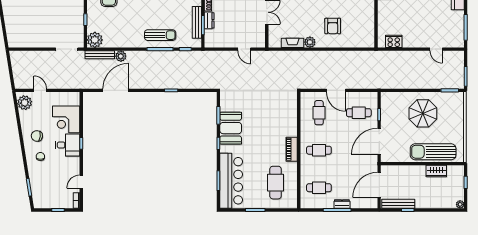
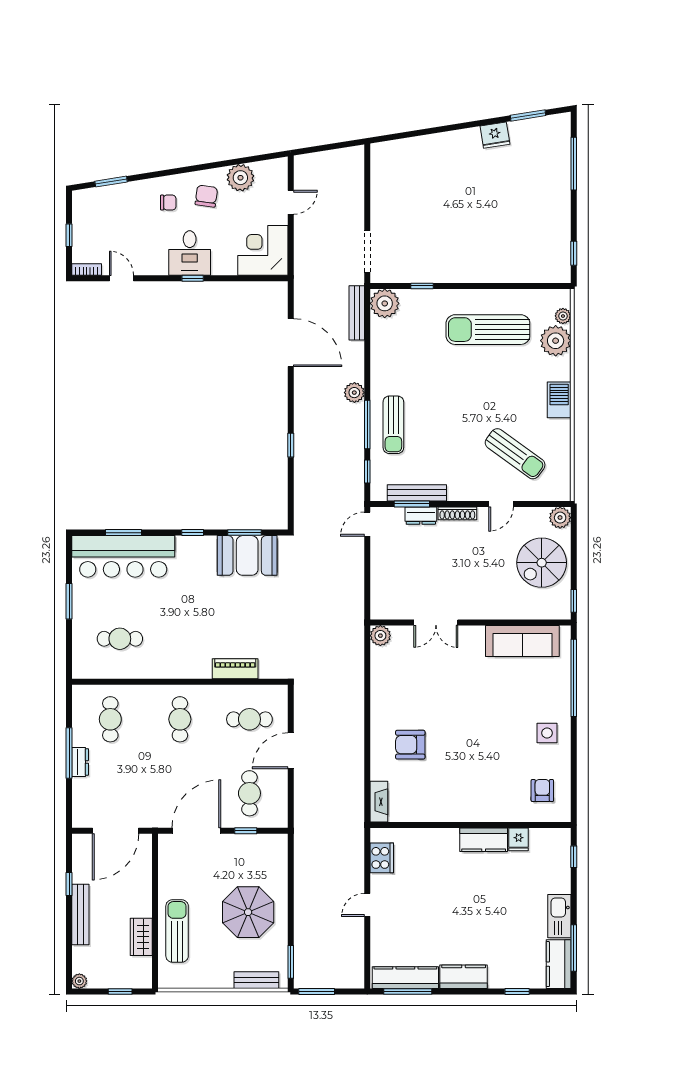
kitchen counter: (458, 29) -> (405, 978), added
plant: (310, 42) -> (380, 636), moved
fireplace: (292, 43) -> (379, 802), moved
door: (244, 49) -> (367, 524), moved
door: (436, 49) -> (367, 905), moved
plant: (121, 56) -> (354, 393), moved
plant: (25, 103) -> (240, 178), moved
bench: (460, 109) -> (256, 980), added
corner desk: (66, 119) -> (263, 250), moved
booth: (231, 128) -> (247, 555), moved
door: (379, 141) -> (196, 831), hinge flipped
piano: (292, 149) -> (235, 669), moved
sun lounger: (433, 152) -> (177, 931), width x0.73, depth x0.75
cafe table: (276, 183) -> (120, 639), width x0.73, depth x0.74
door: (379, 185) -> (115, 831), swing flipped
bench: (398, 204) -> (80, 915), moved

